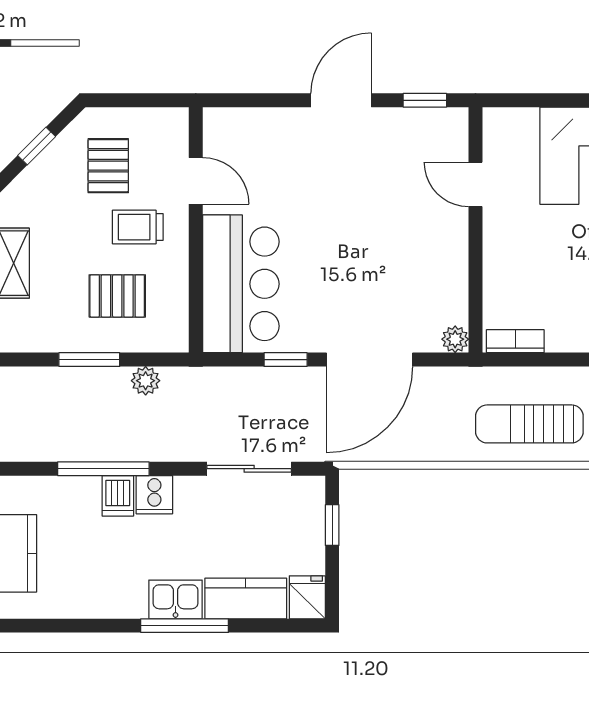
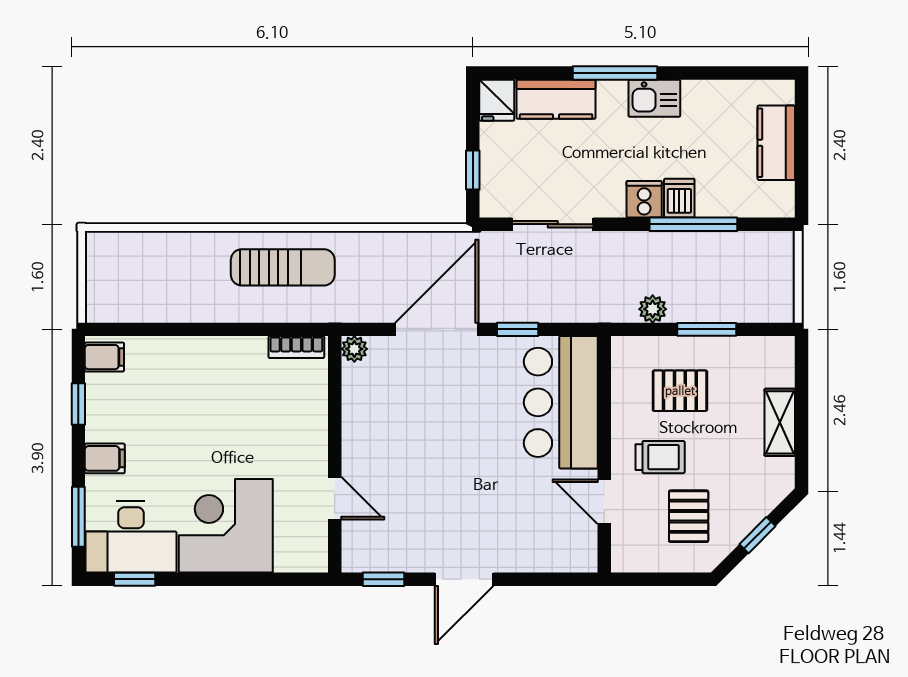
kitchen sink: (175, 599) -> (654, 98), moved

